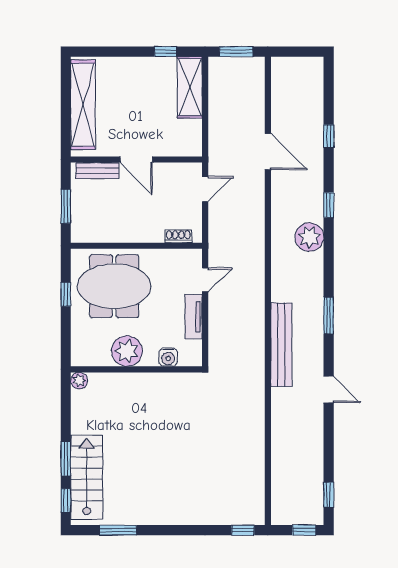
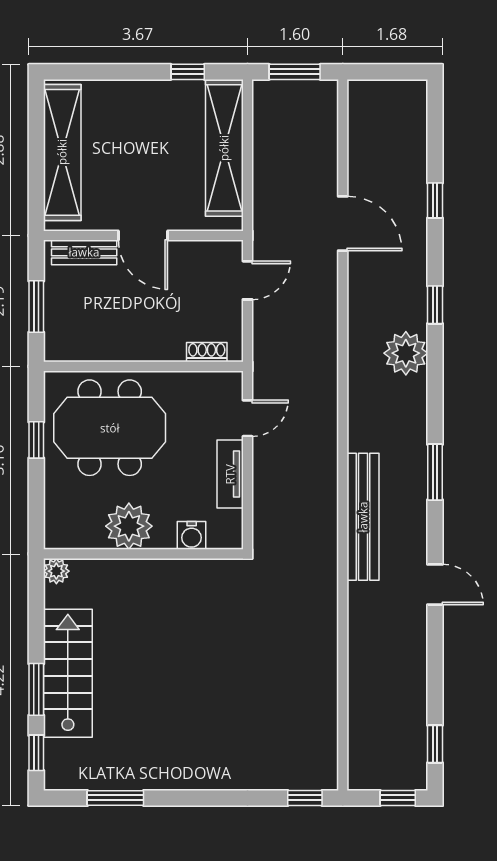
shelving: (190, 87) -> (224, 148), width x1.47
stairs: (87, 477) -> (68, 673), moved

